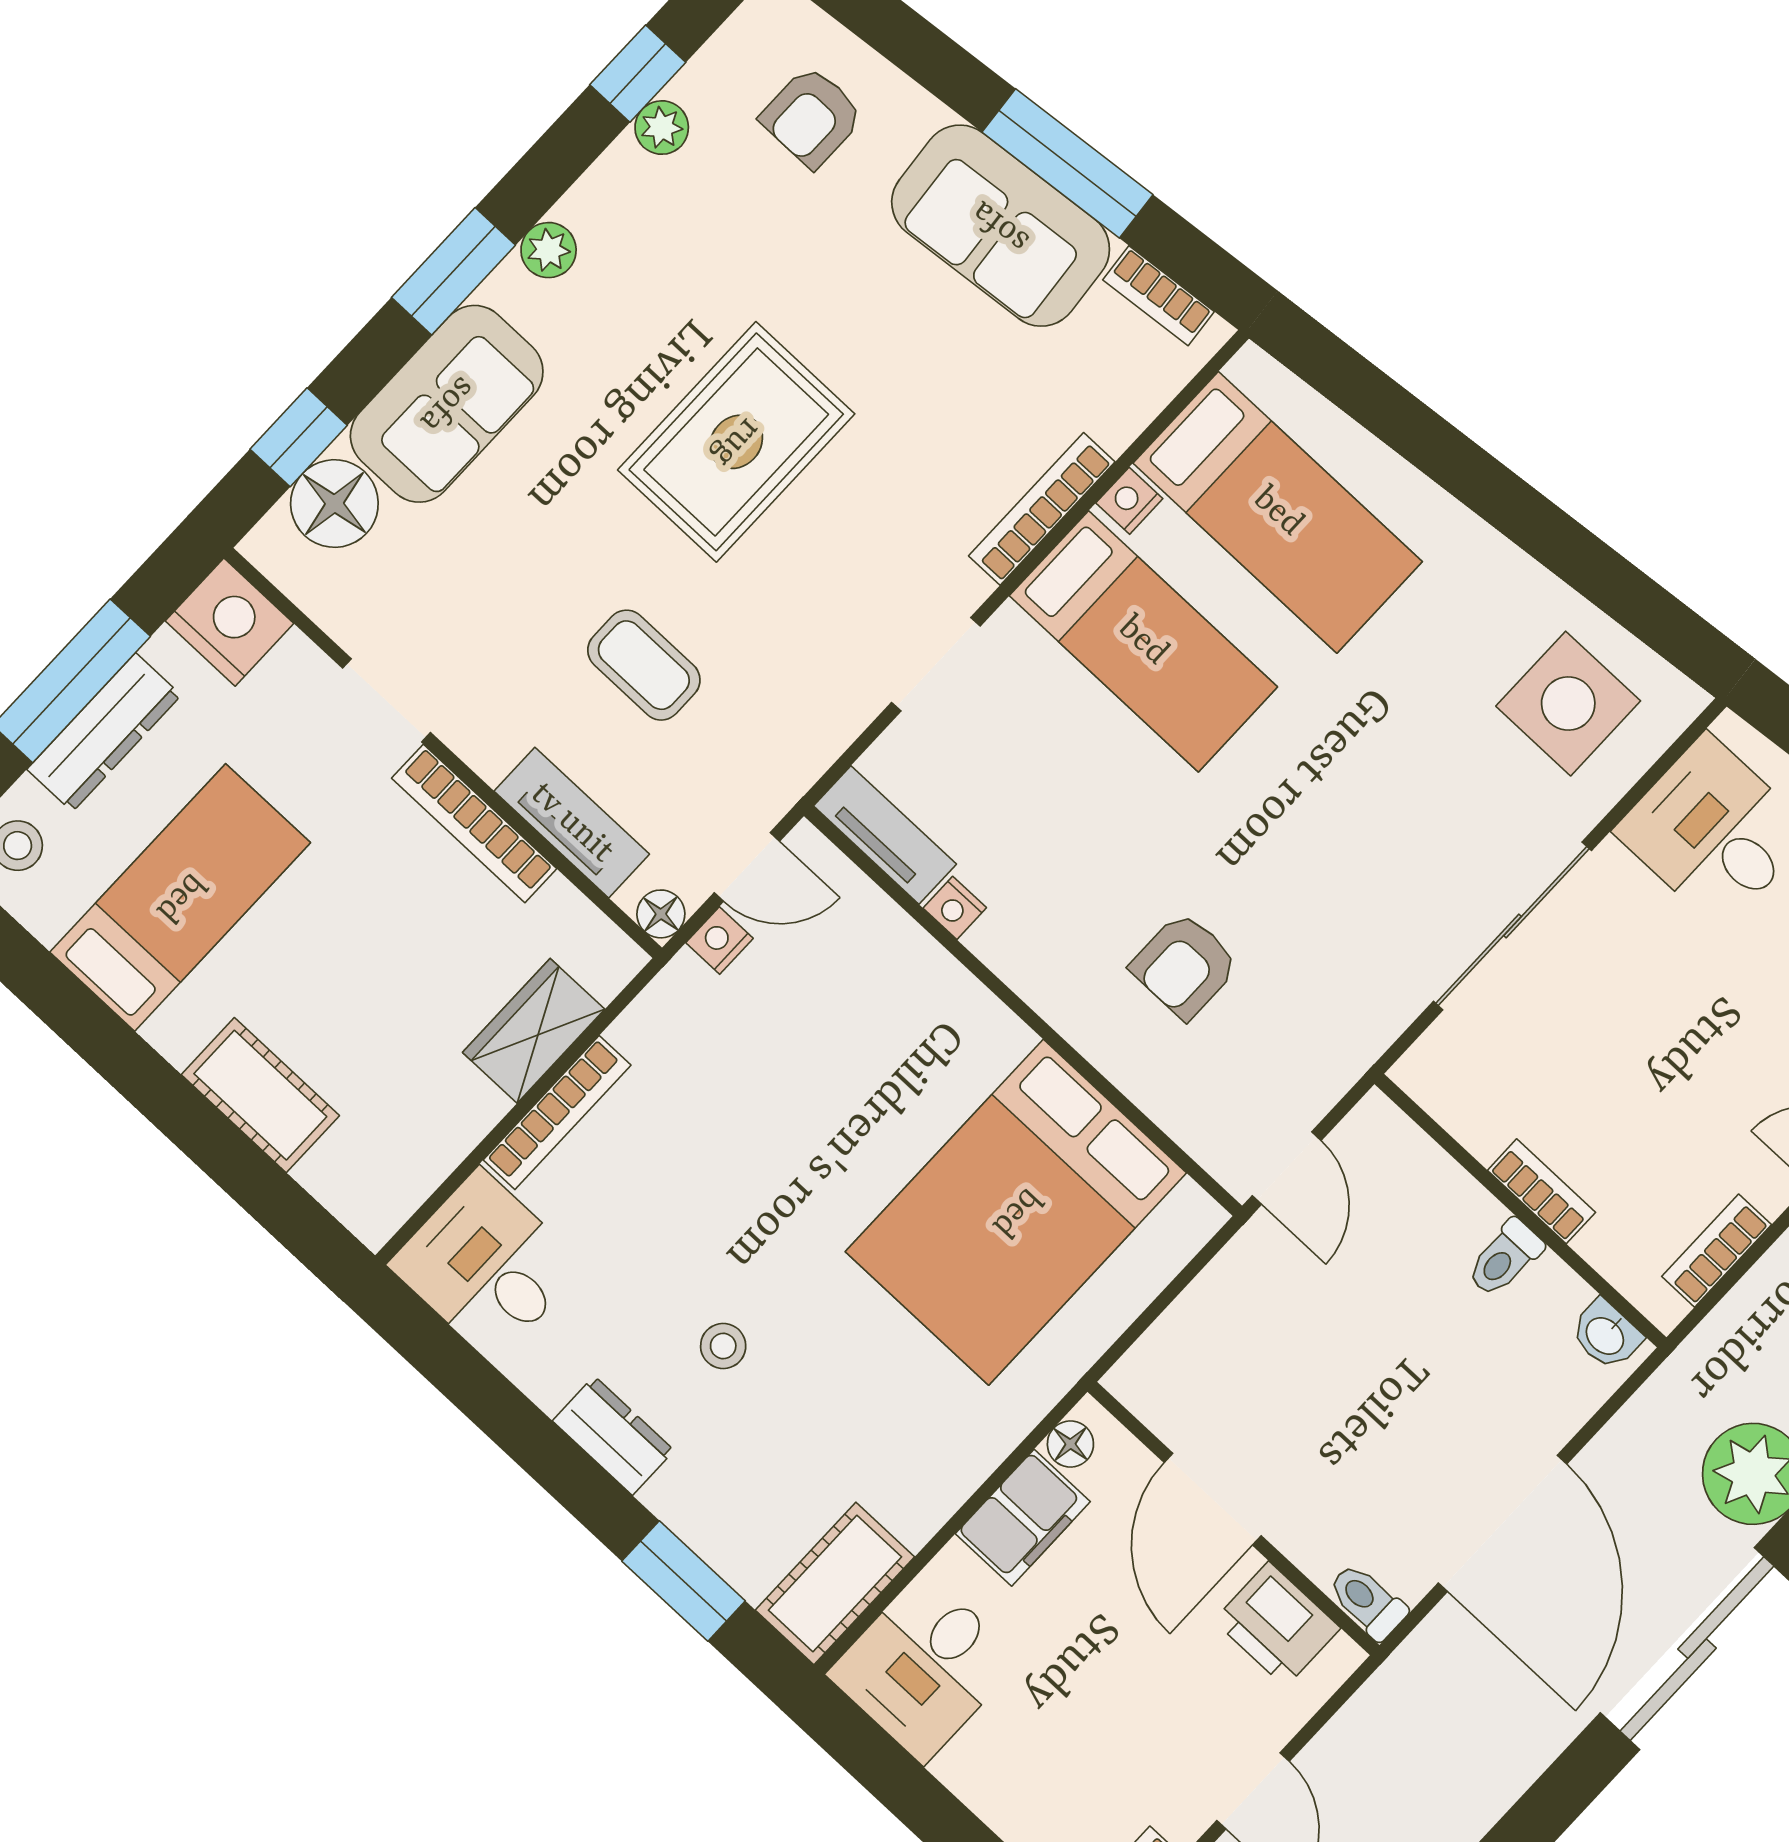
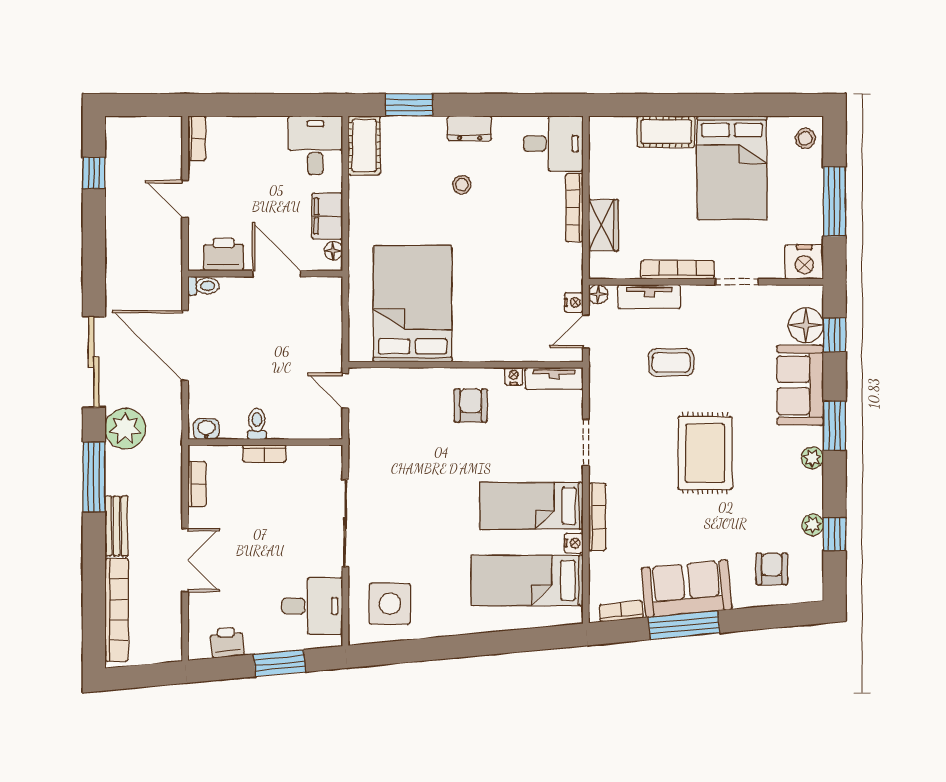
dresser: (104, 732) -> (811, 195), removed
bed: (180, 897) -> (732, 168), width x1.50
armchair: (1185, 966) -> (471, 405), moved

